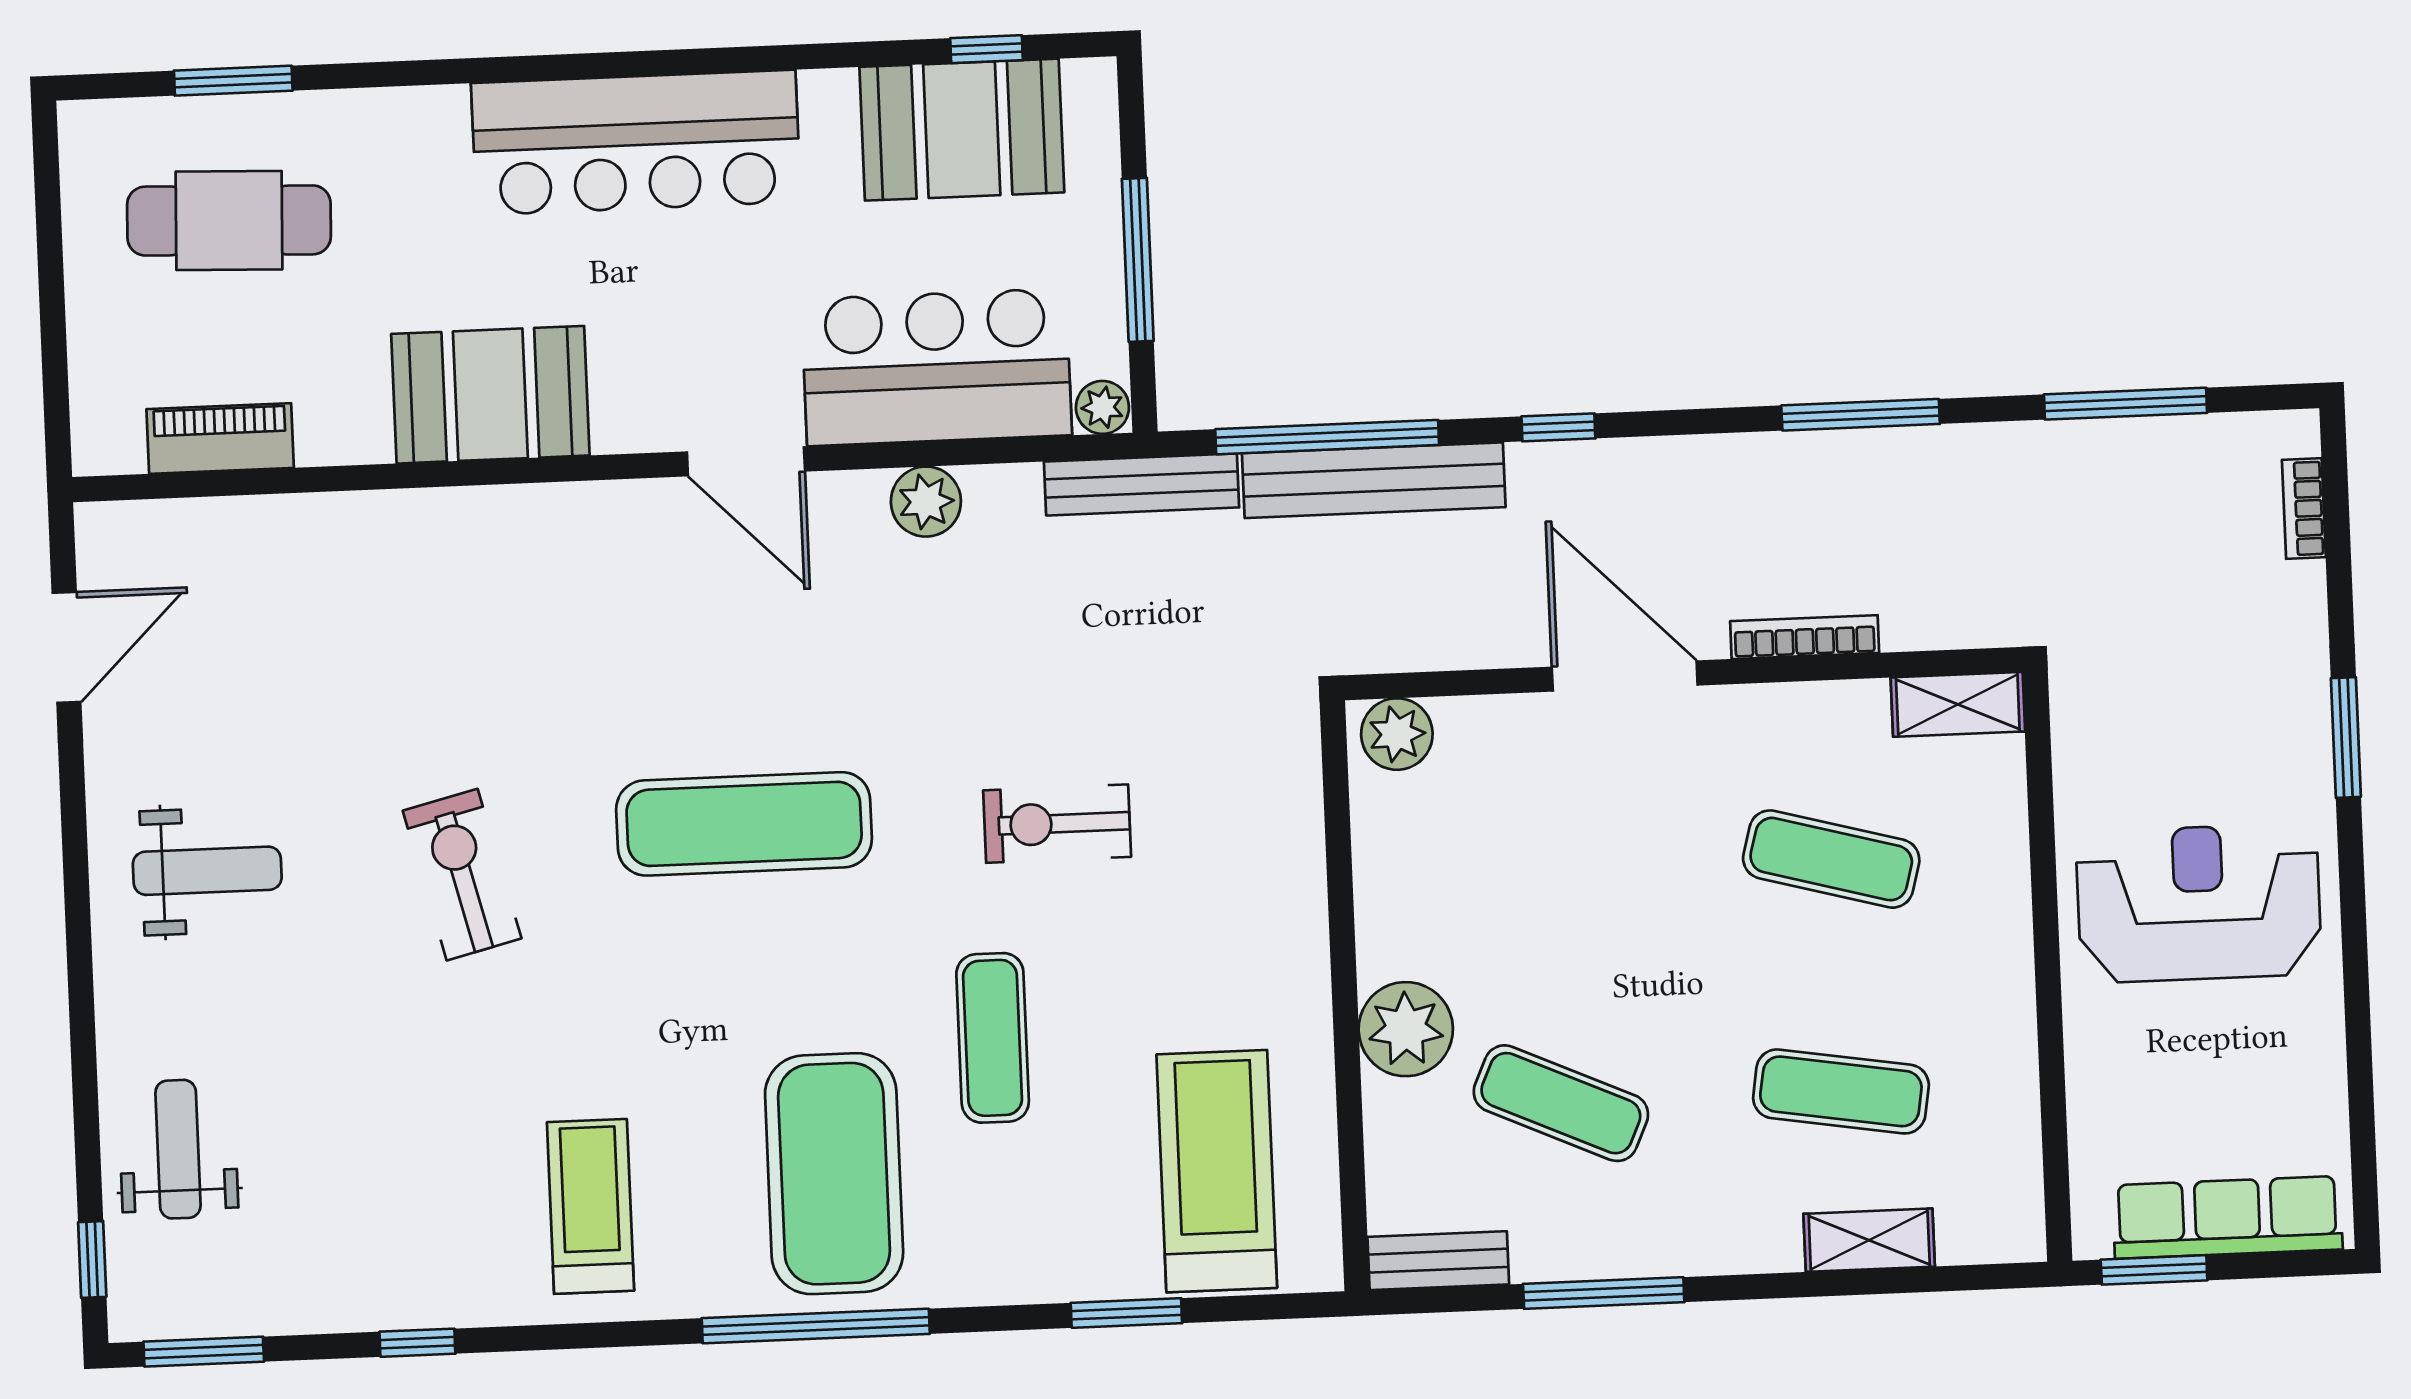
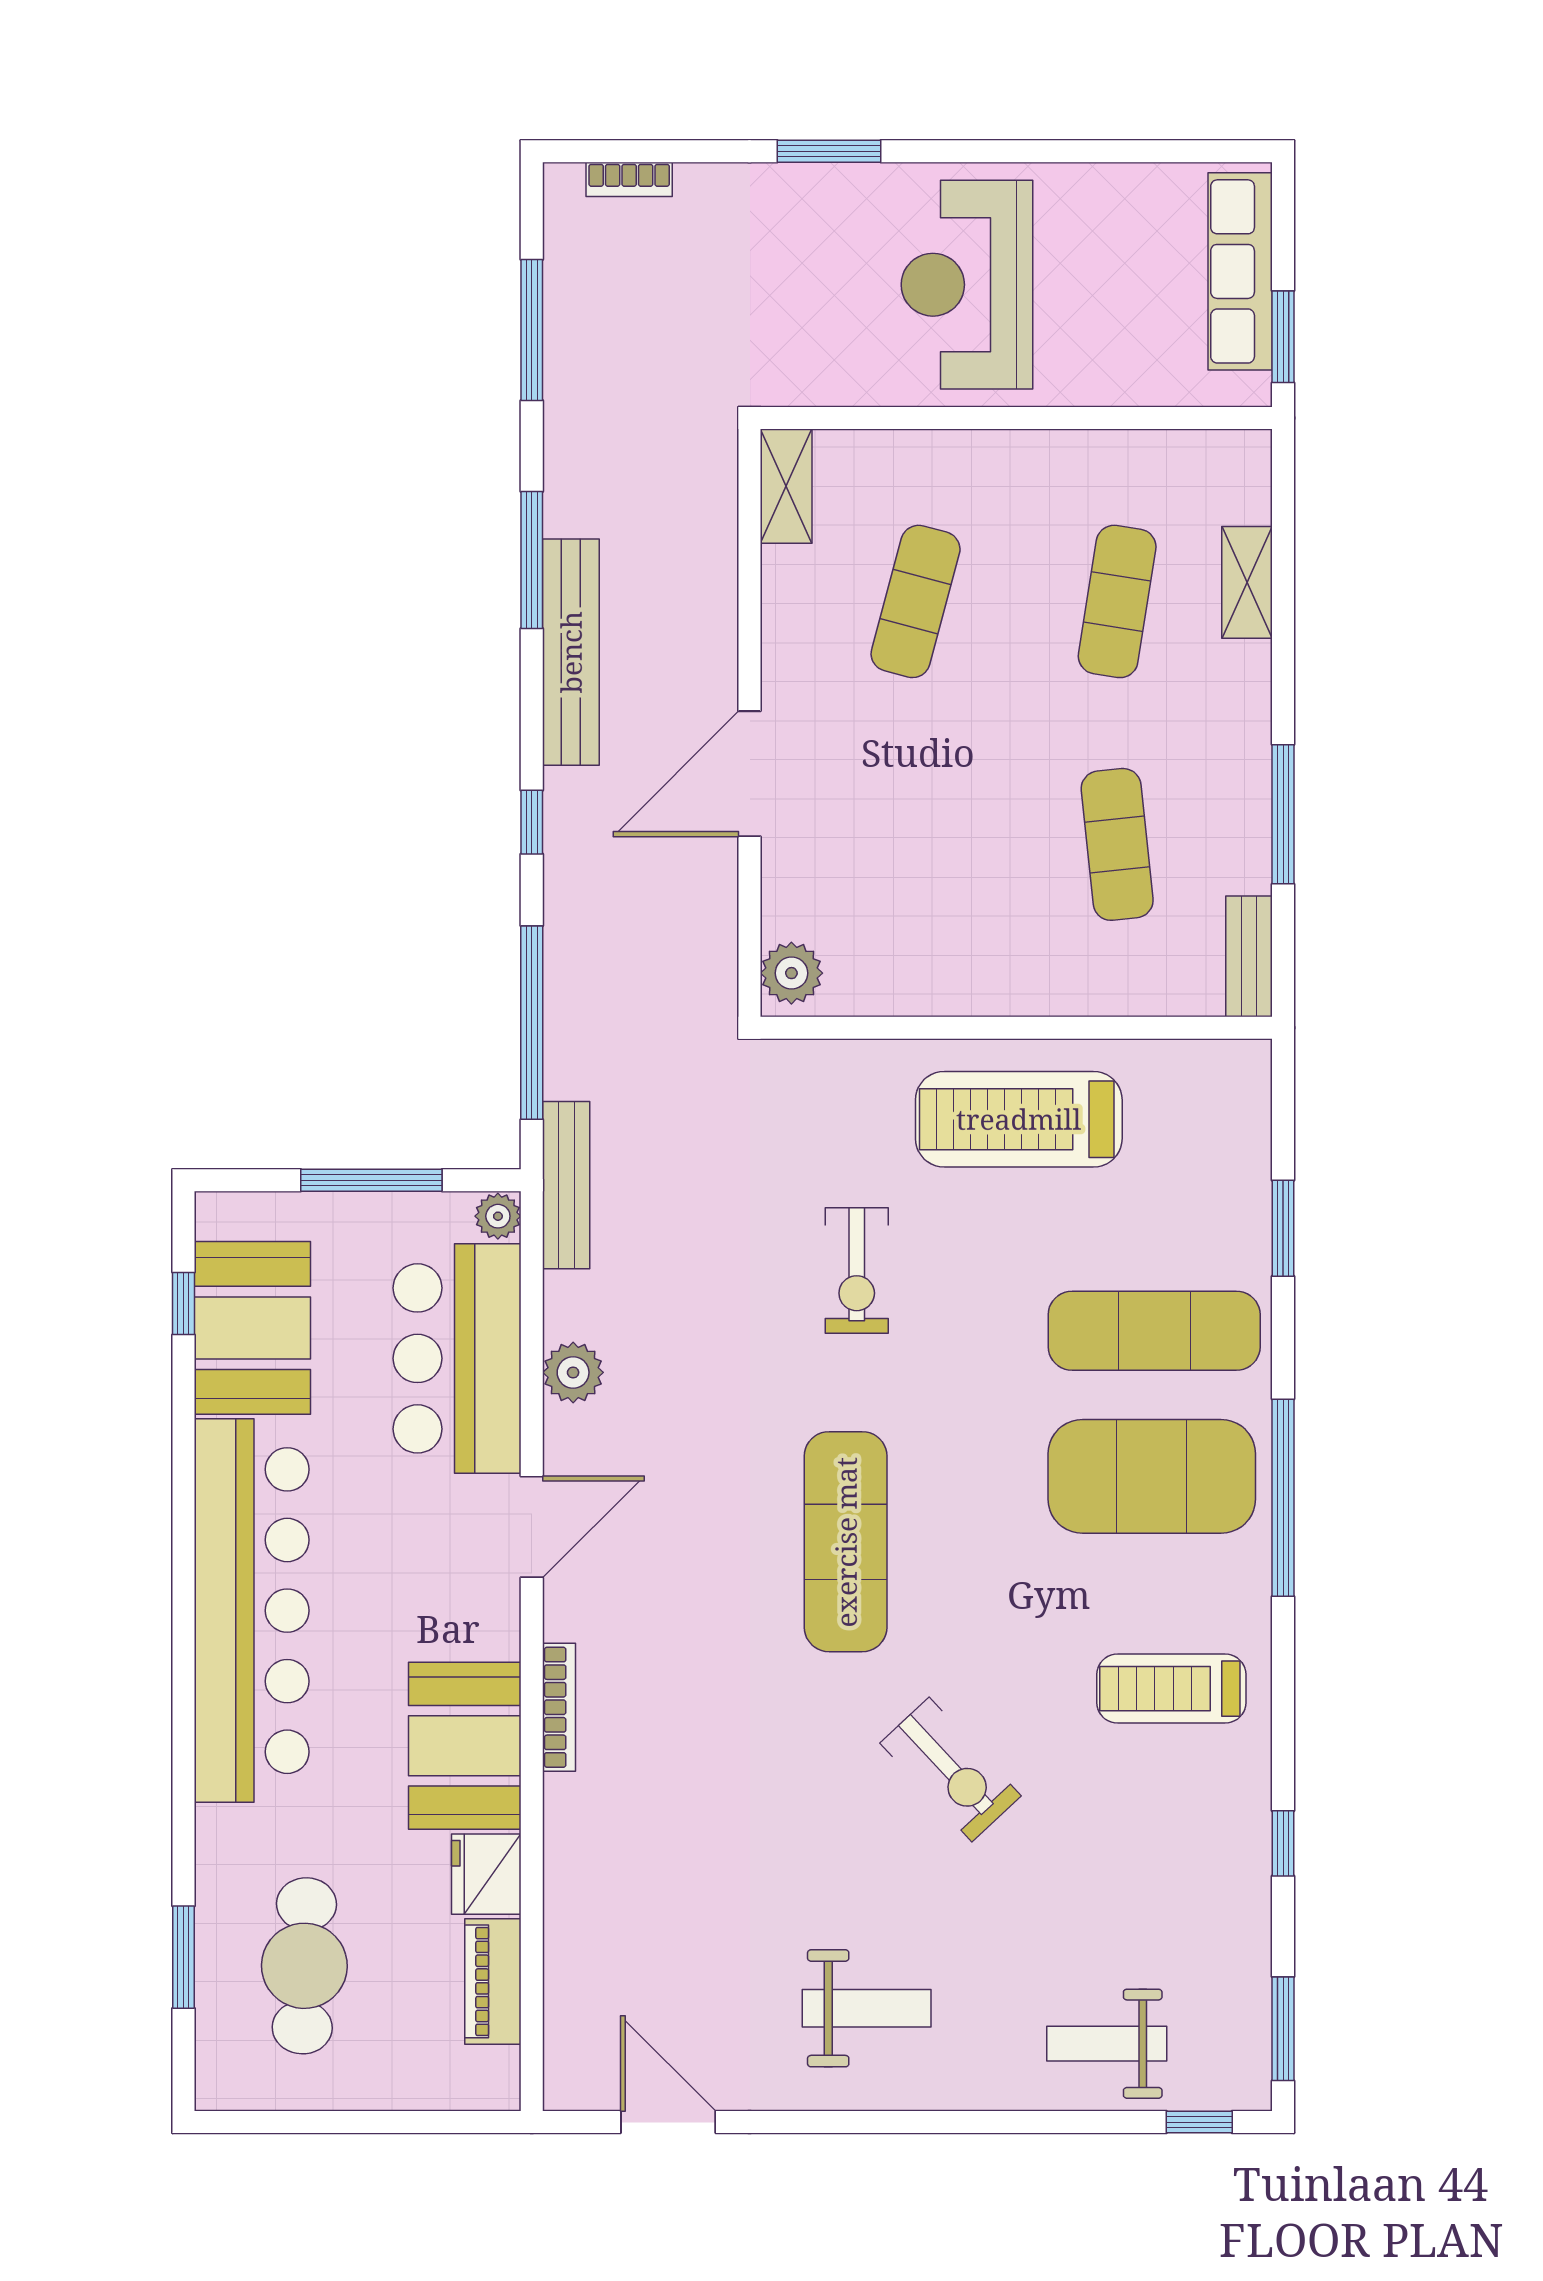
bar counter: (636, 143) -> (252, 1611), width x1.36
fridge: (344, 426) -> (486, 1874), added
bench: (1374, 480) -> (571, 652), moved
bookcase: (1805, 637) -> (559, 1707), moved, turned 180
weight bench: (207, 871) -> (867, 2008), turned 90
exercise bike: (462, 875) -> (950, 1769), moved, turned -119
plant: (1406, 1029) -> (1047, 976), removed
exercise mat: (993, 1038) -> (1154, 1331), moved, width x1.36, depth x1.45
exercise mat: (1561, 1103) -> (1117, 844), turned -30
treadmill: (1217, 1171) -> (1019, 1119), moved

